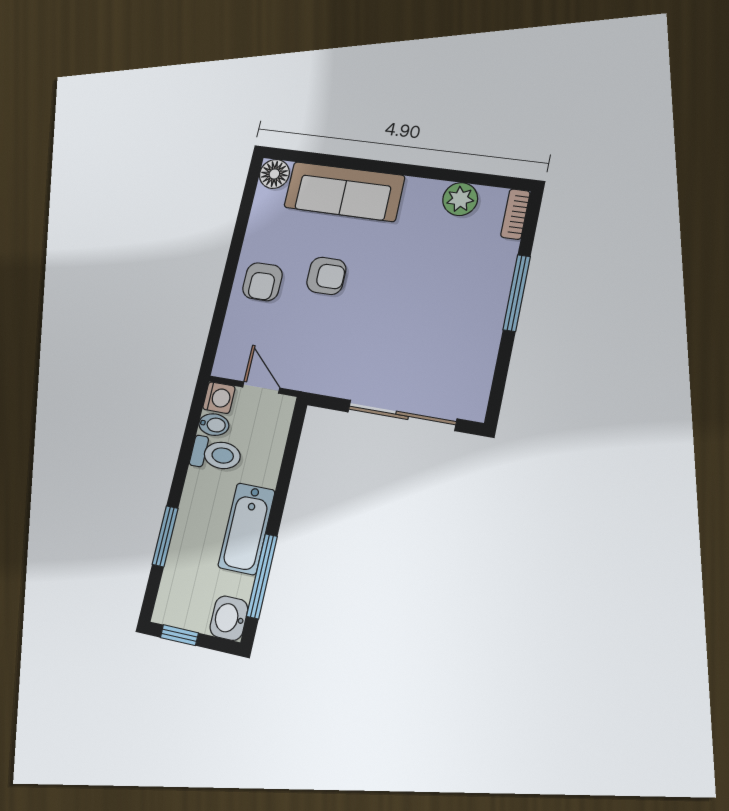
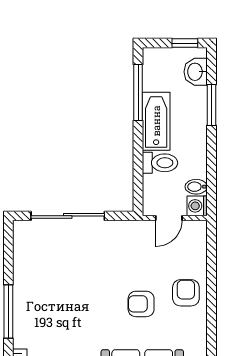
door: (261, 388) -> (169, 218), hinge flipped
toilet: (216, 454) -> (160, 163), moved, turned 180
washbasin: (229, 618) -> (196, 72), moved, turned 180

